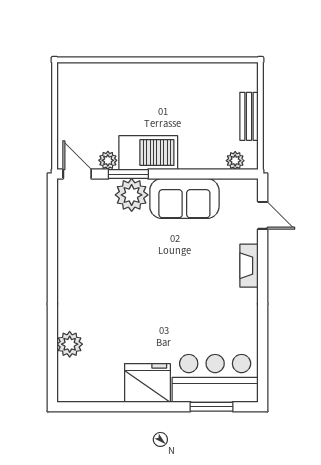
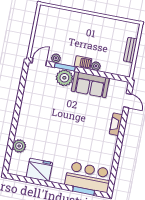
barbecue: (148, 153) -> (83, 63), width x0.53, depth x0.65
plant: (235, 161) -> (96, 66), moved
door: (77, 174) -> (39, 62), hinge flipped
fridge: (147, 383) -> (39, 170), moved

